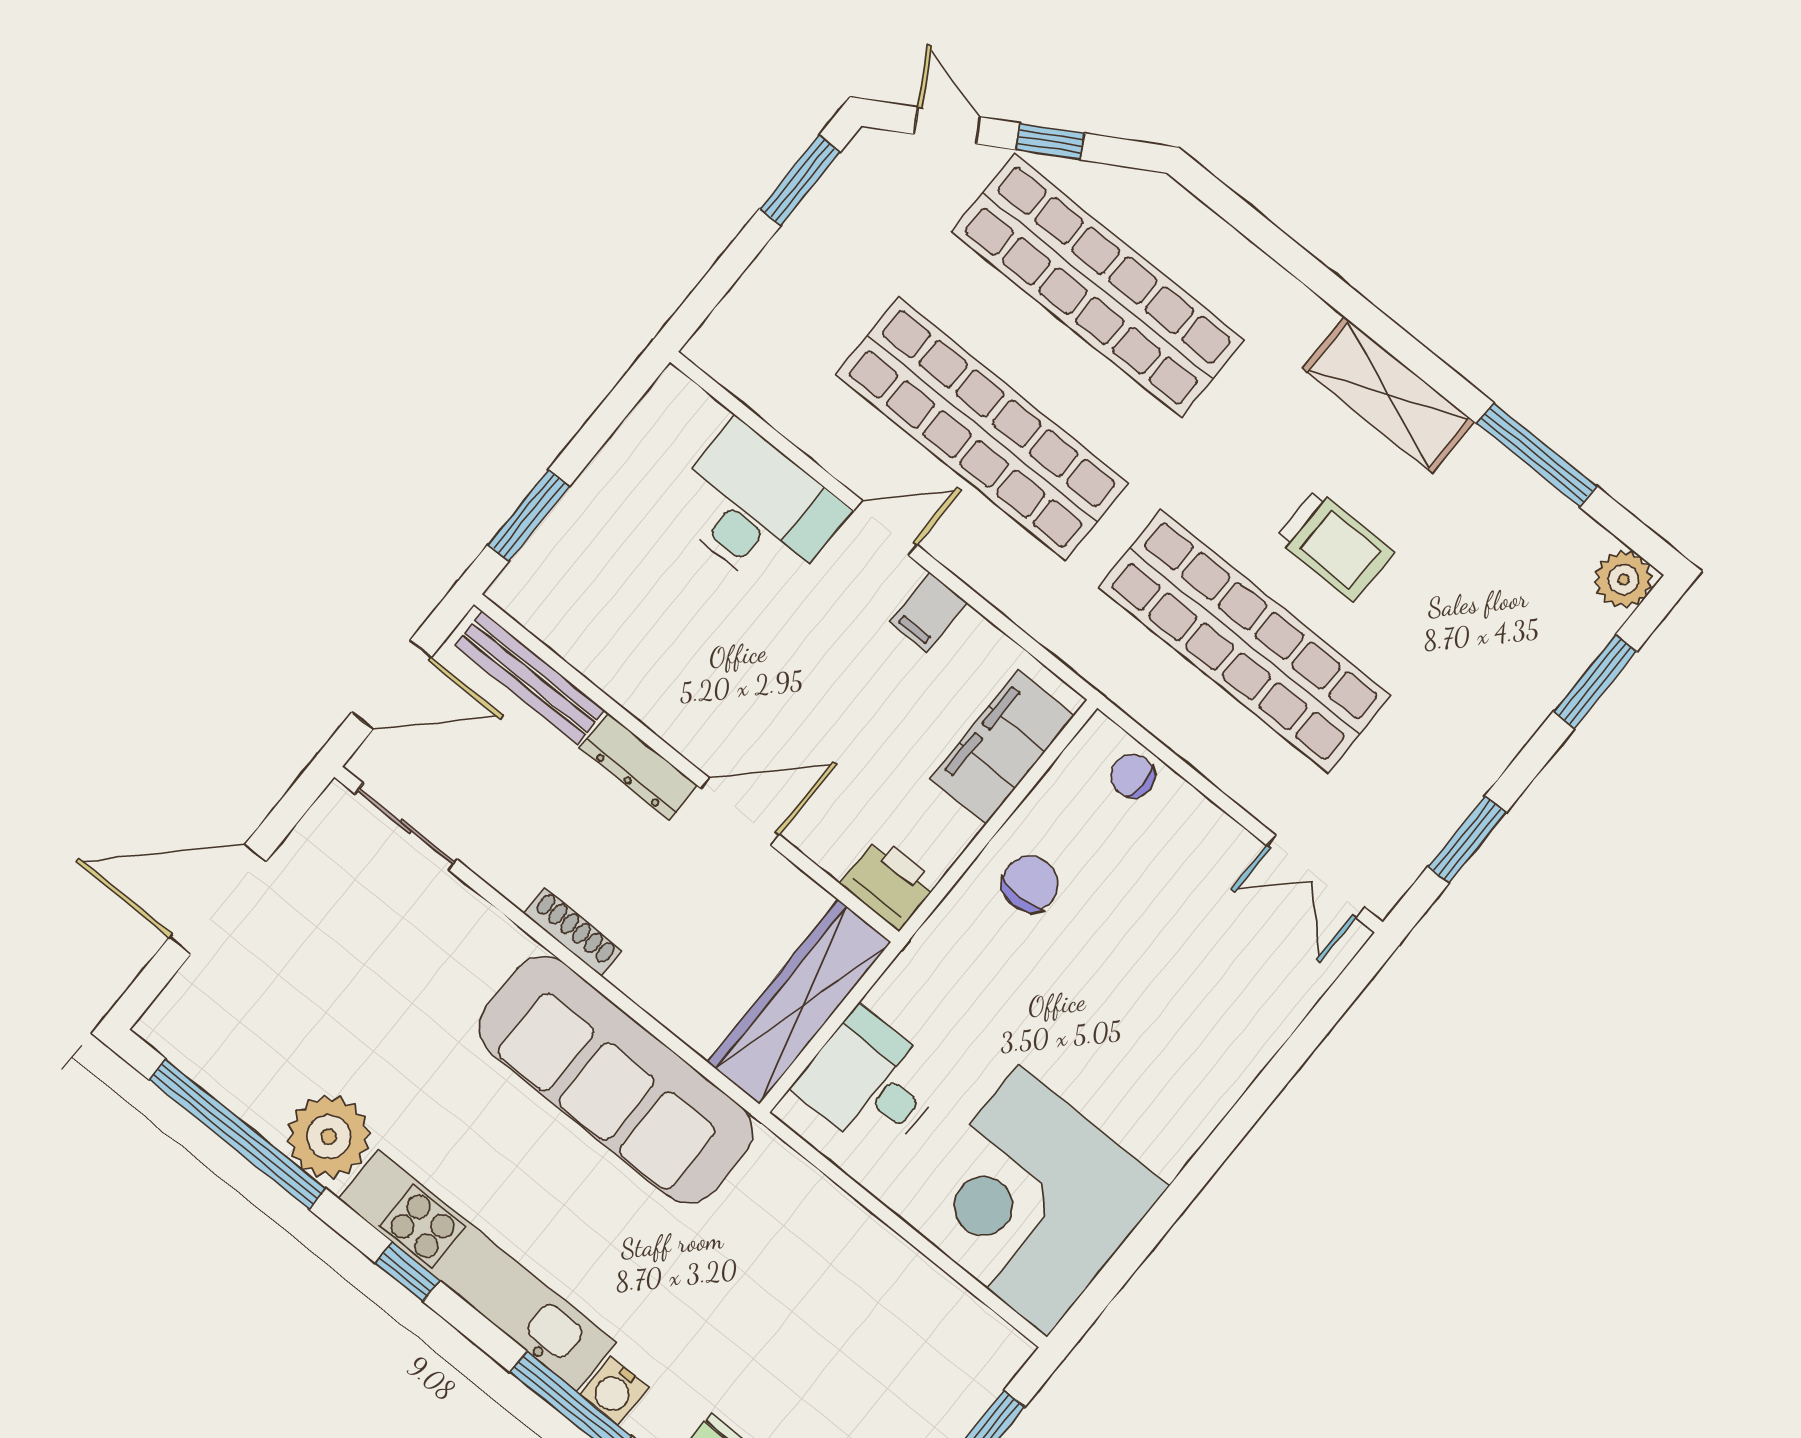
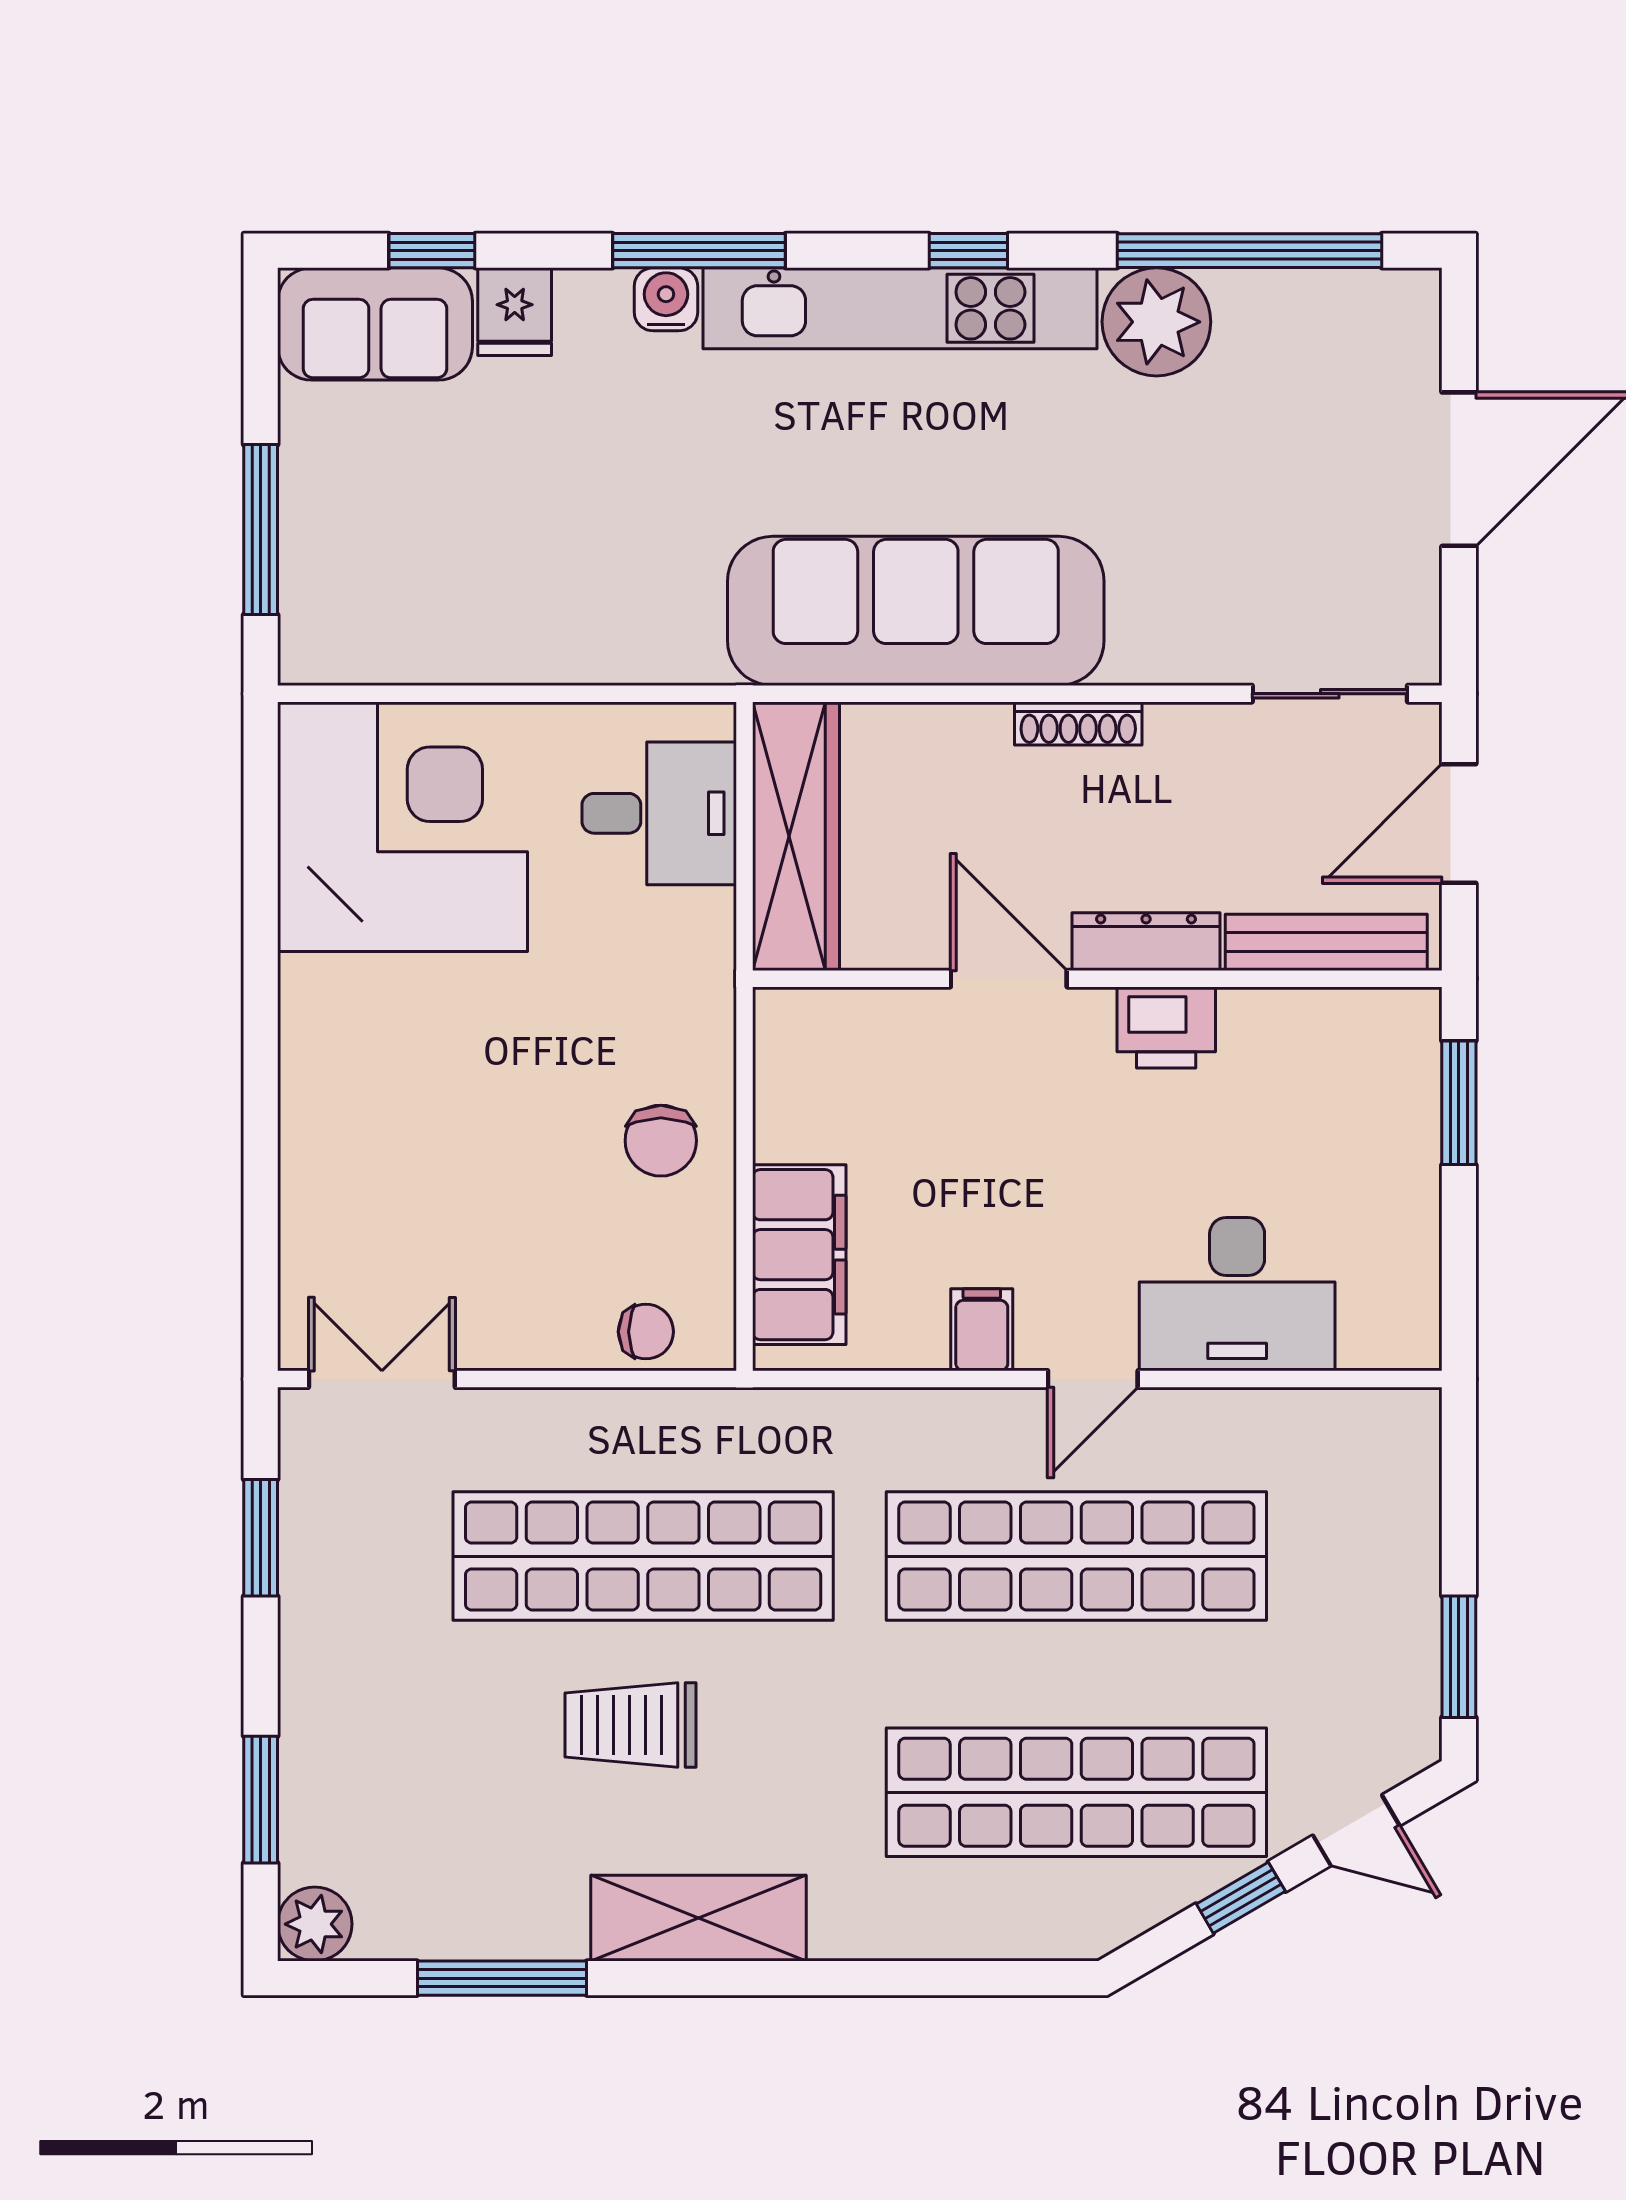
door: (740, 811) -> (1009, 979), swing flipped
printer: (889, 883) -> (1166, 1027), moved

